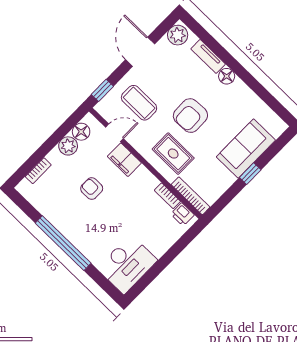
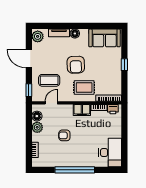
sofa: (246, 148) -> (105, 38), moved, turned -90
filing cabinet: (124, 160) -> (82, 110), moved

